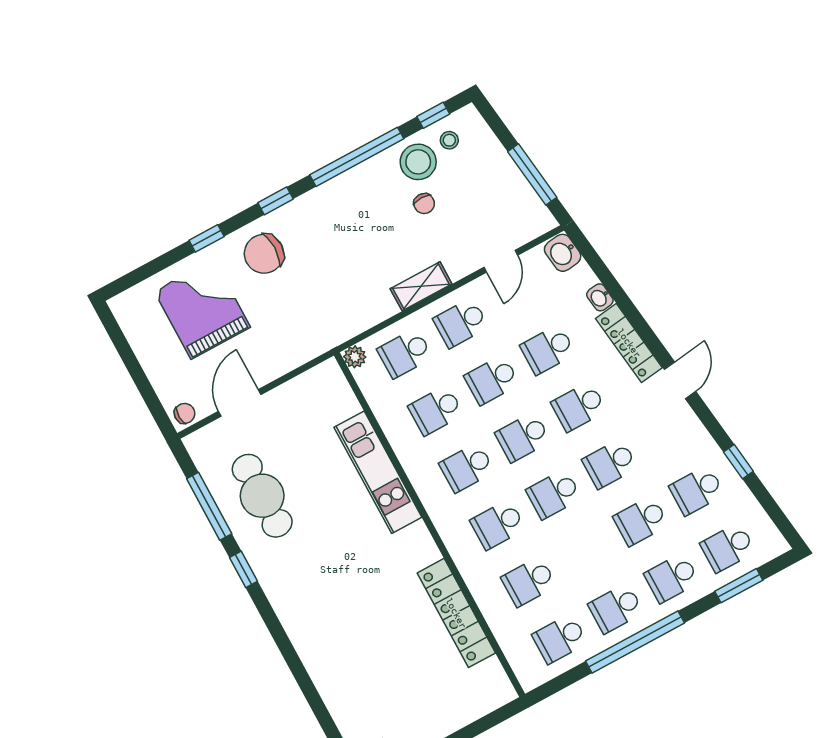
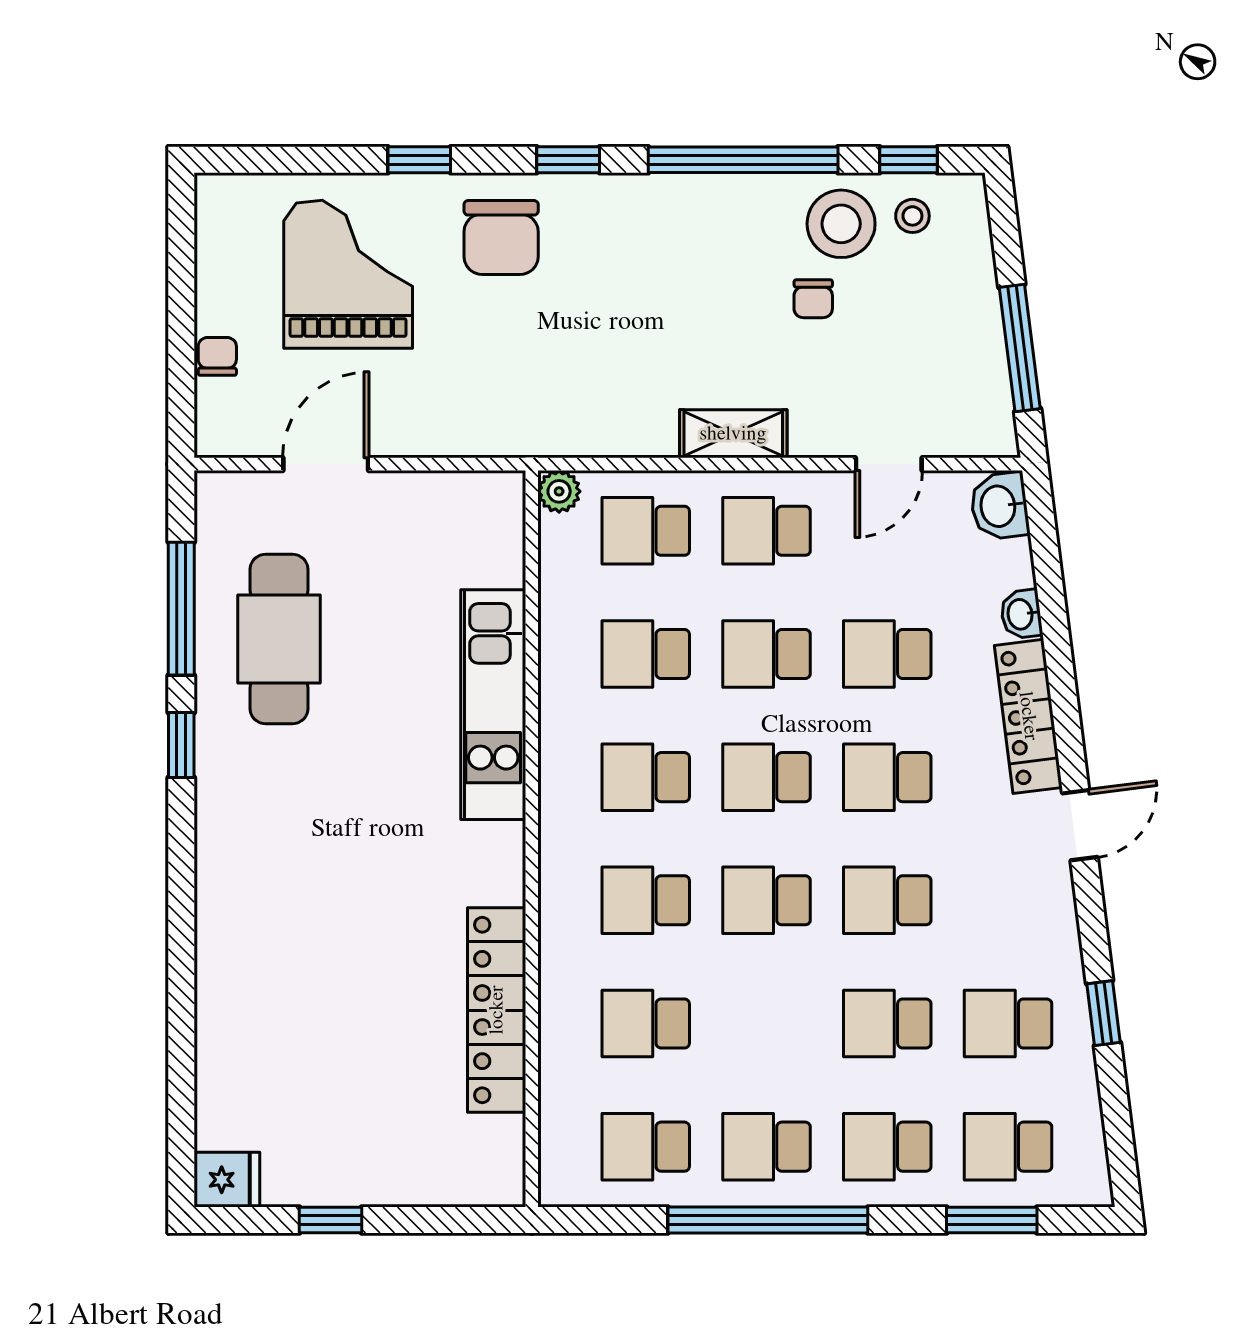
chair: (264, 254) -> (501, 237), turned -90
chair: (185, 413) -> (217, 356), moved, turned -90

